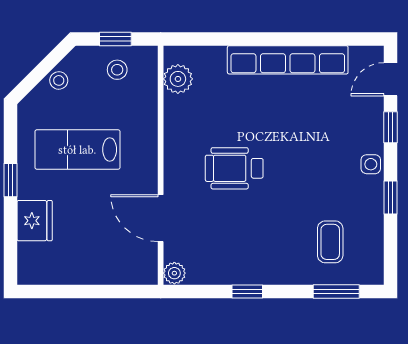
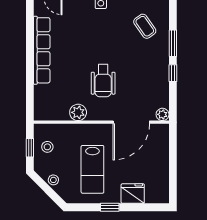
plant: (178, 79) -> (78, 112), moved
door: (161, 218) -> (131, 122), width x1.36
coffee table: (330, 242) -> (145, 26), turned 55
window: (336, 291) -> (173, 43), moved

